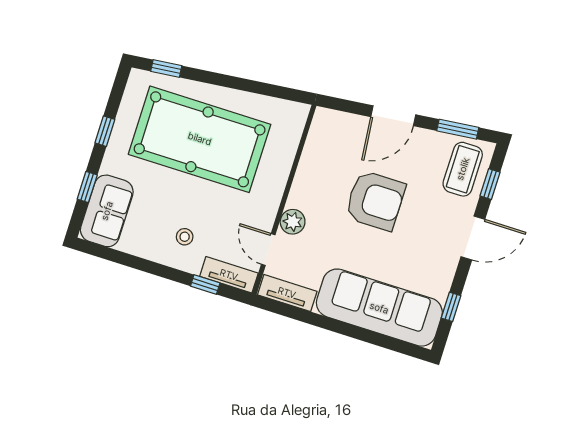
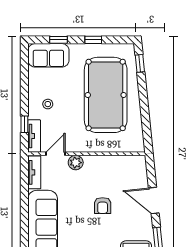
armchair: (375, 201) -> (103, 206), width x0.53, depth x0.53

